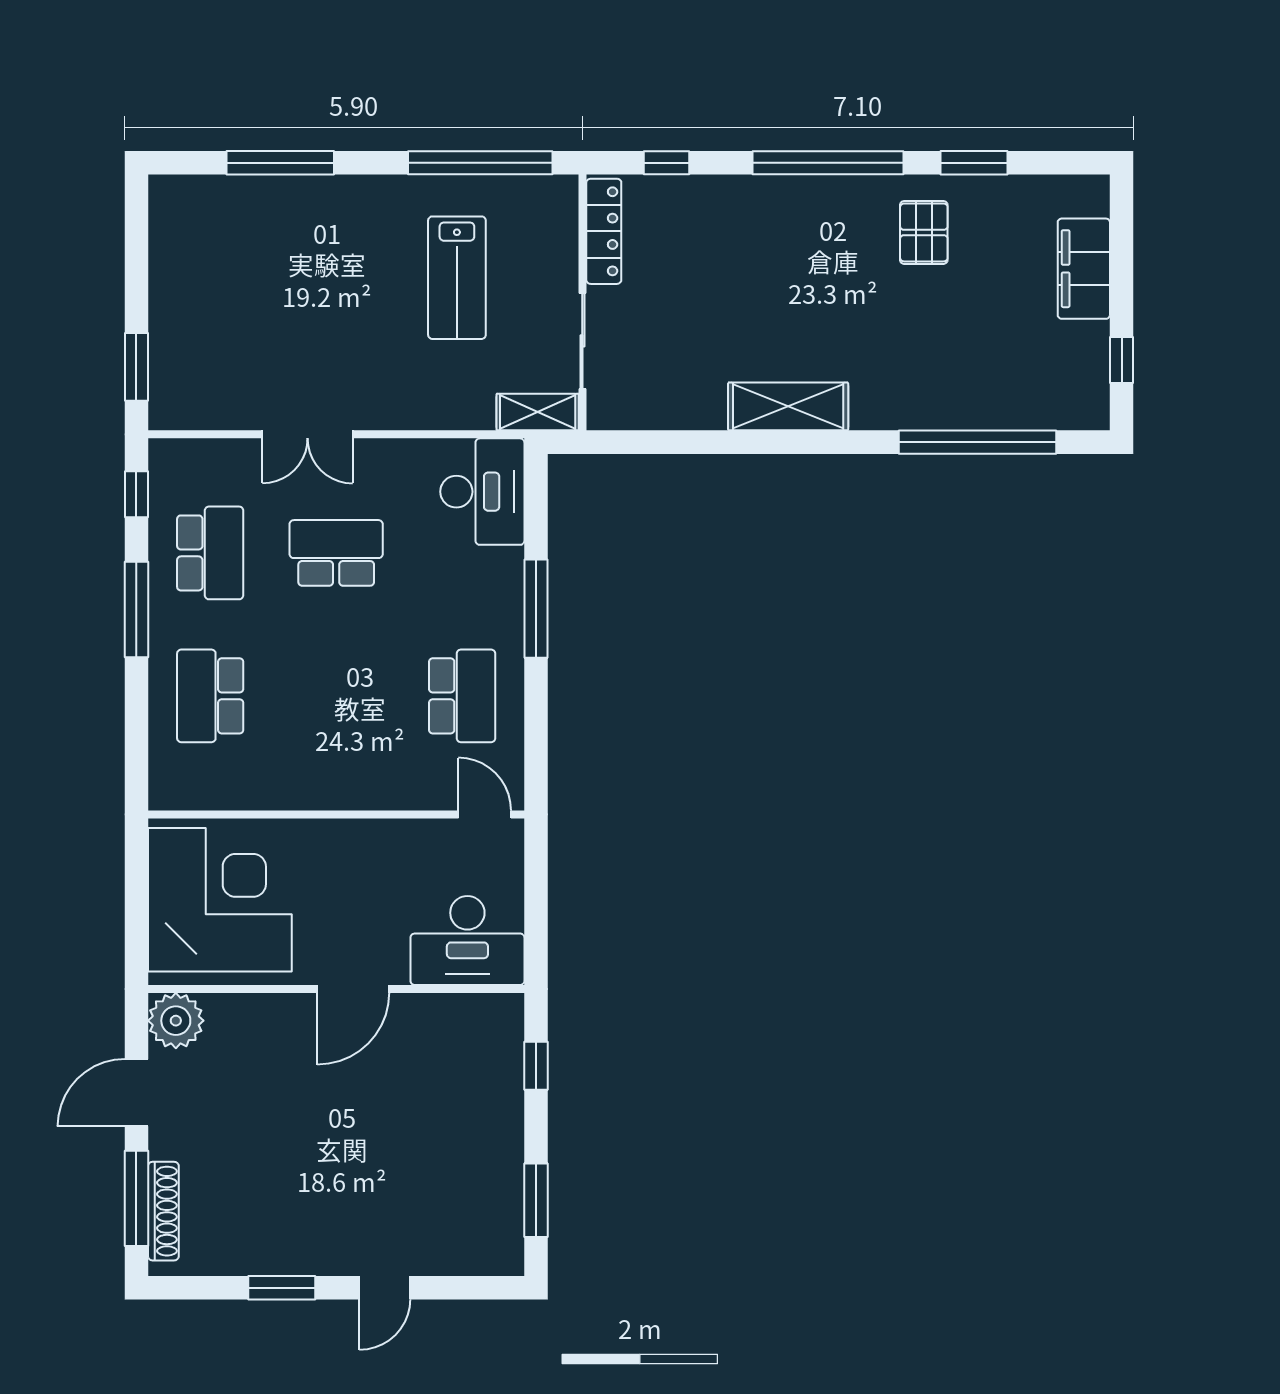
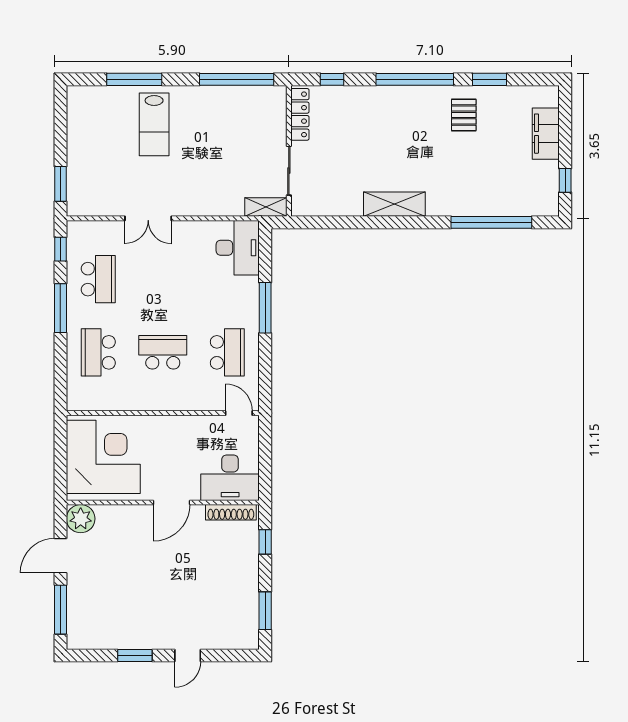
lab bench: (457, 278) -> (154, 124), moved
school desk: (336, 553) -> (163, 352), moved
shoe rack: (163, 1211) -> (231, 512), moved, turned 90

